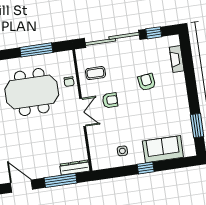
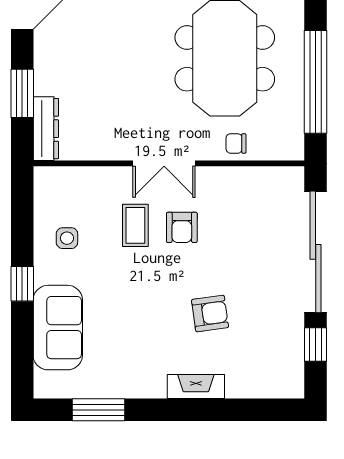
window: (36, 50) -> (316, 82), width x1.46
fireplace: (177, 59) -> (196, 387), moved
coffee table: (95, 73) -> (135, 225), moved
window: (61, 180) -> (22, 93), width x0.69

